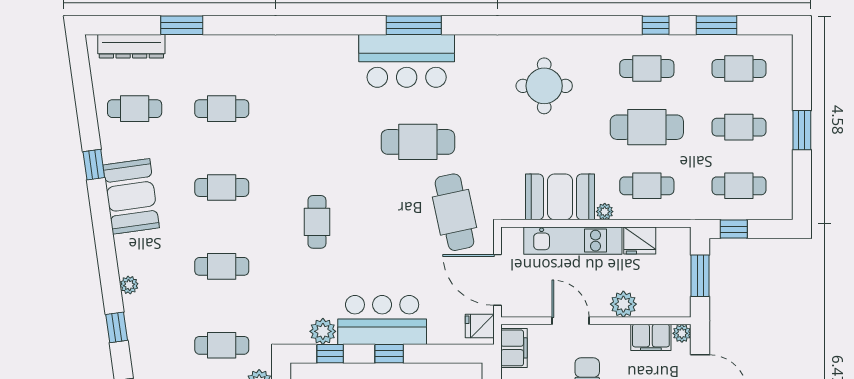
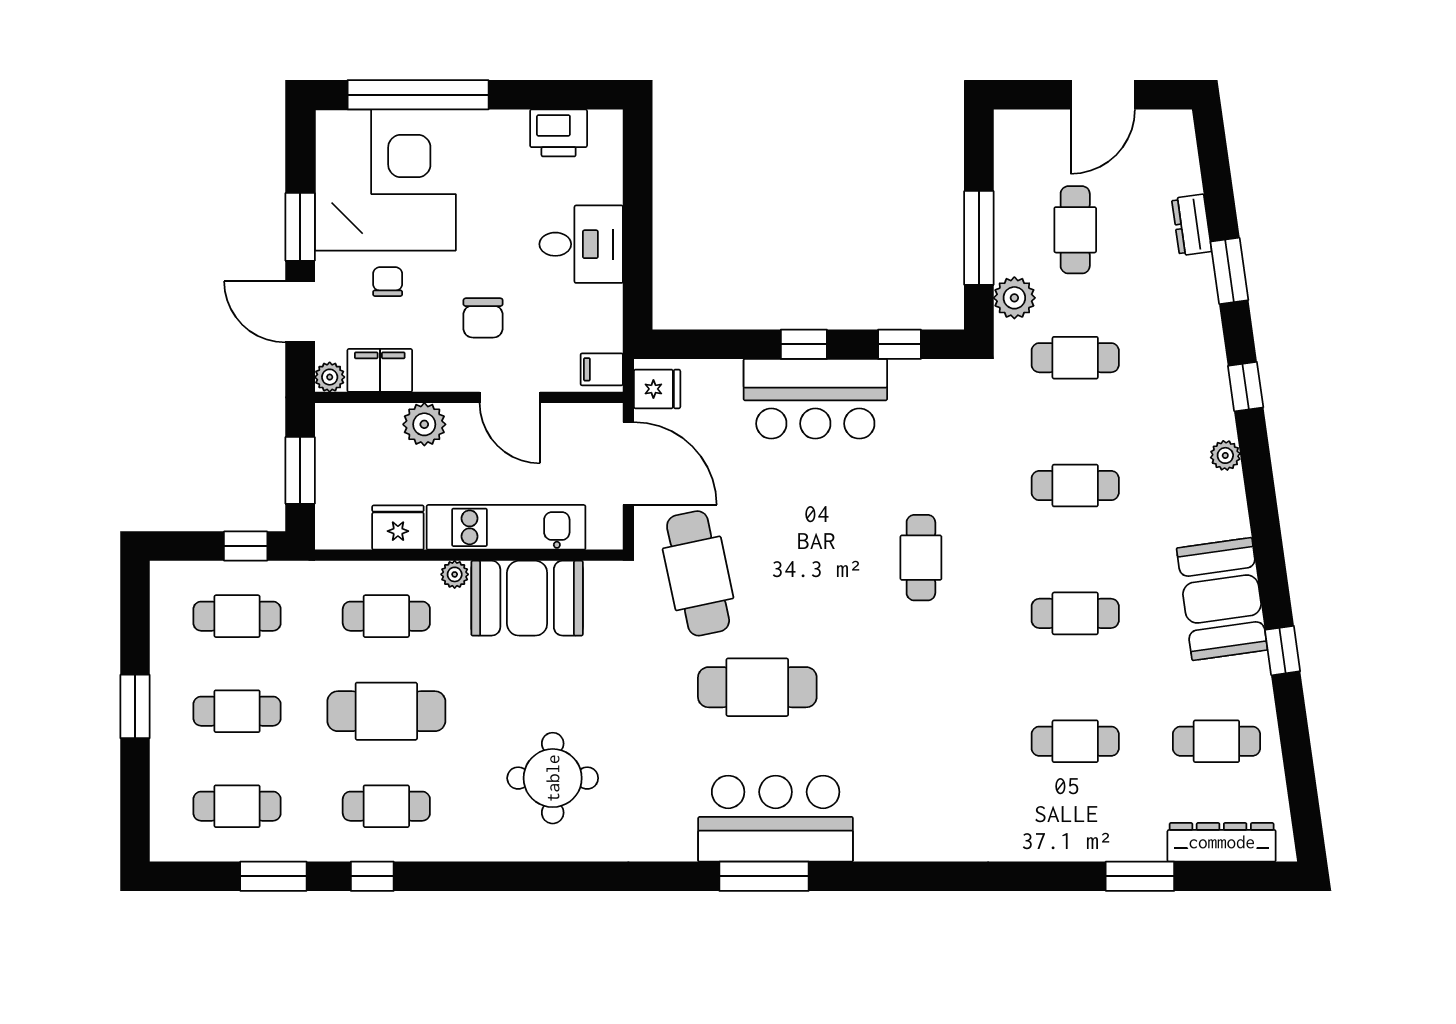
plant: (323, 331) -> (911, 380), removed
filing cabinet: (514, 348) -> (602, 369), width x0.50

